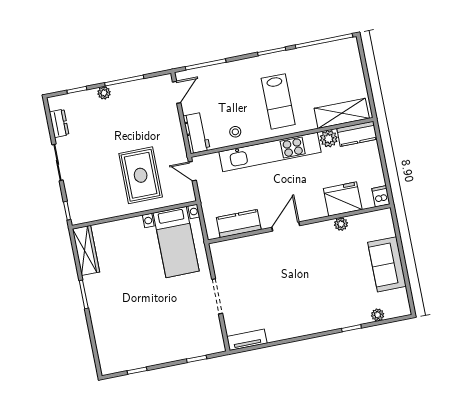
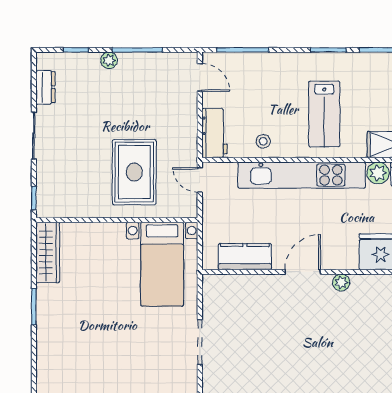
door: (177, 92) -> (200, 78), hinge flipped
plant: (341, 224) -> (341, 282), moved

